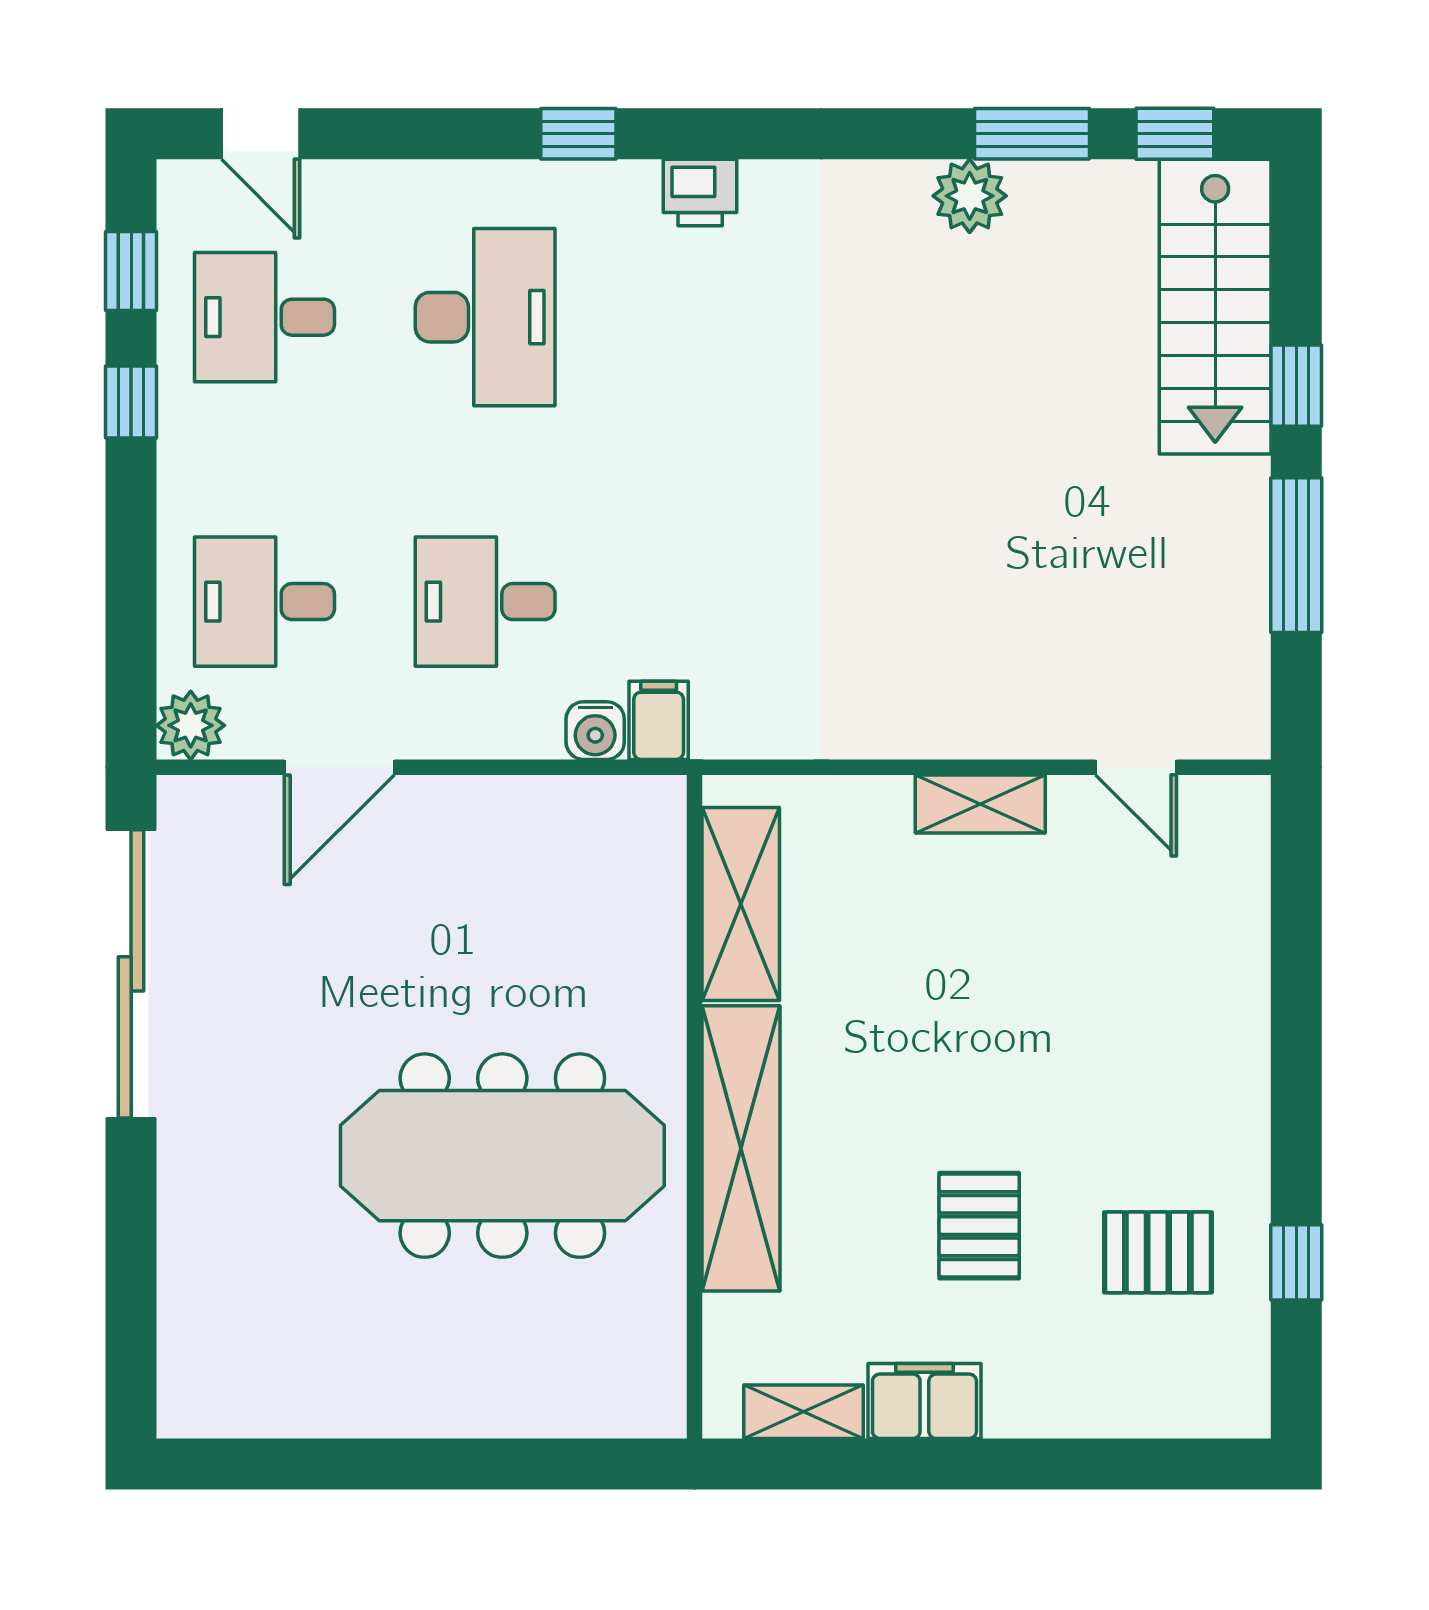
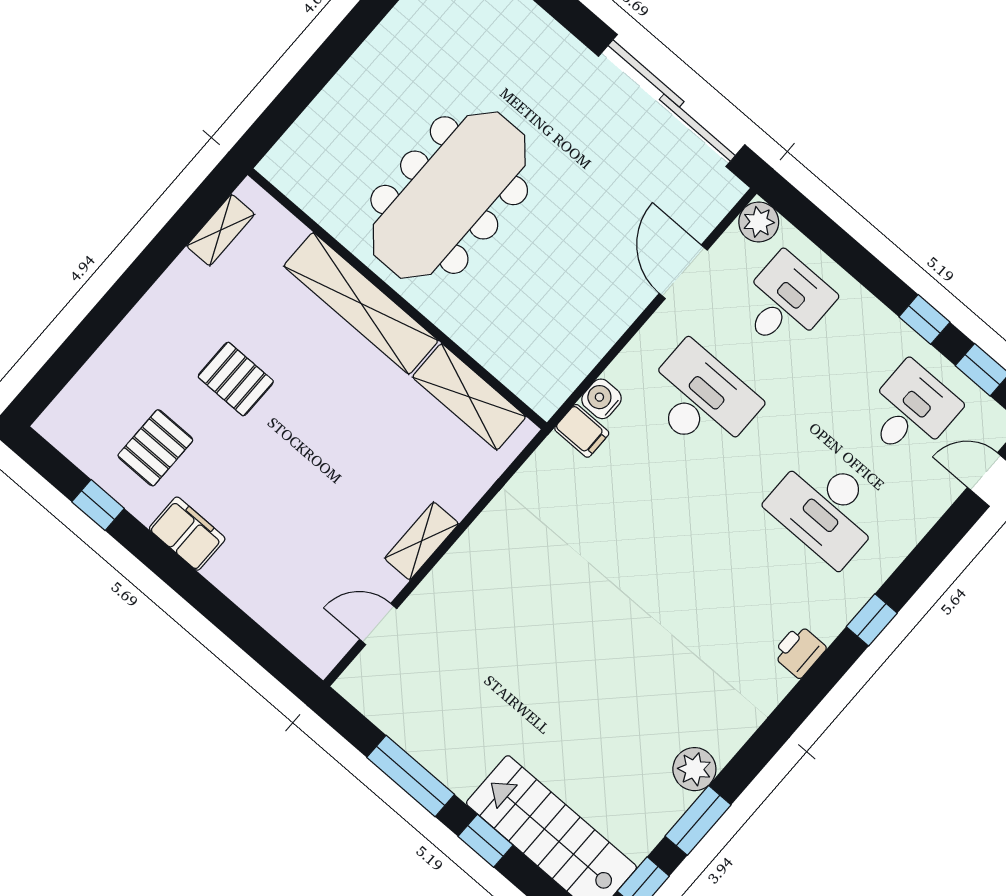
desk: (485, 602) -> (701, 400), width x1.37
filing cabinet: (924, 1401) -> (187, 534), moved, turned -90

